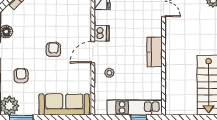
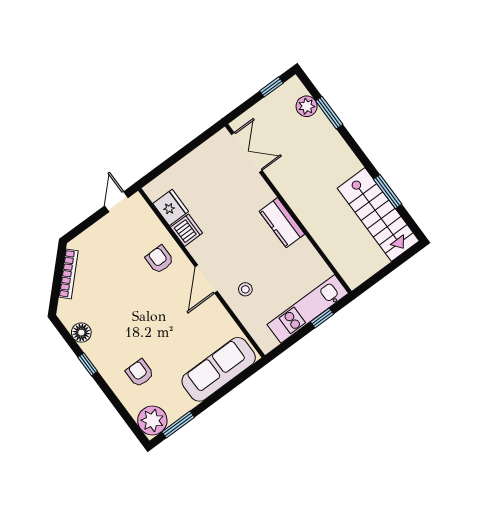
dishwasher: (101, 33) -> (186, 230), moved
armchair: (53, 50) -> (159, 259), moved

